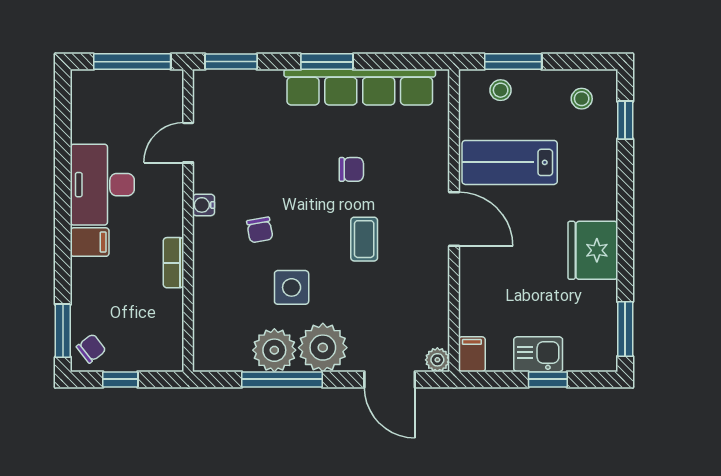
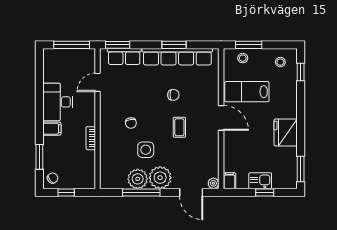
window: (327, 62) -> (174, 45), moved
row of seats: (245, 87) -> (124, 56), added
water cooler: (204, 205) -> (105, 111), removed
window: (63, 331) -> (39, 157), moved

